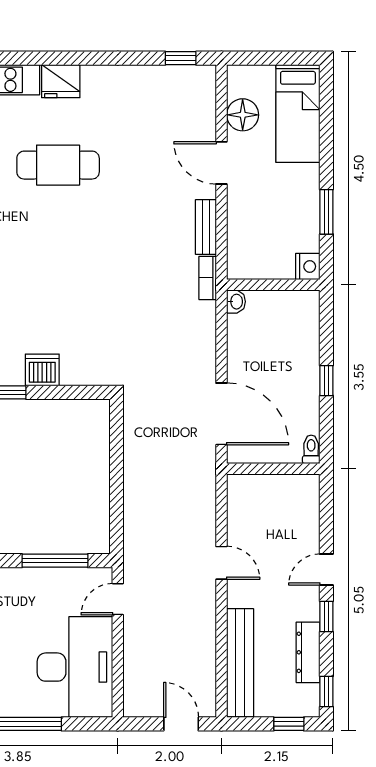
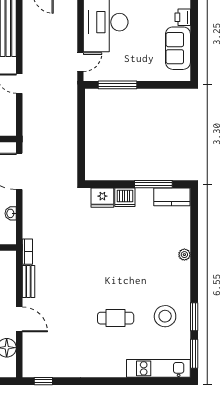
fridge: (61, 81) -> (102, 198), moved, turned 180
cafe table: (58, 165) -> (116, 318), width x0.73, depth x0.74
washbasin: (236, 302) -> (11, 213), moved

